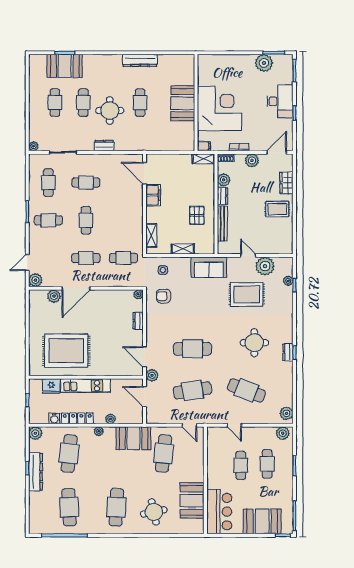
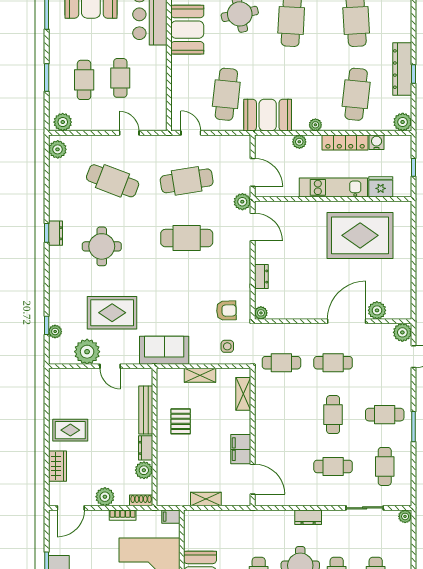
shelving: (203, 159) -> (206, 499), moved

